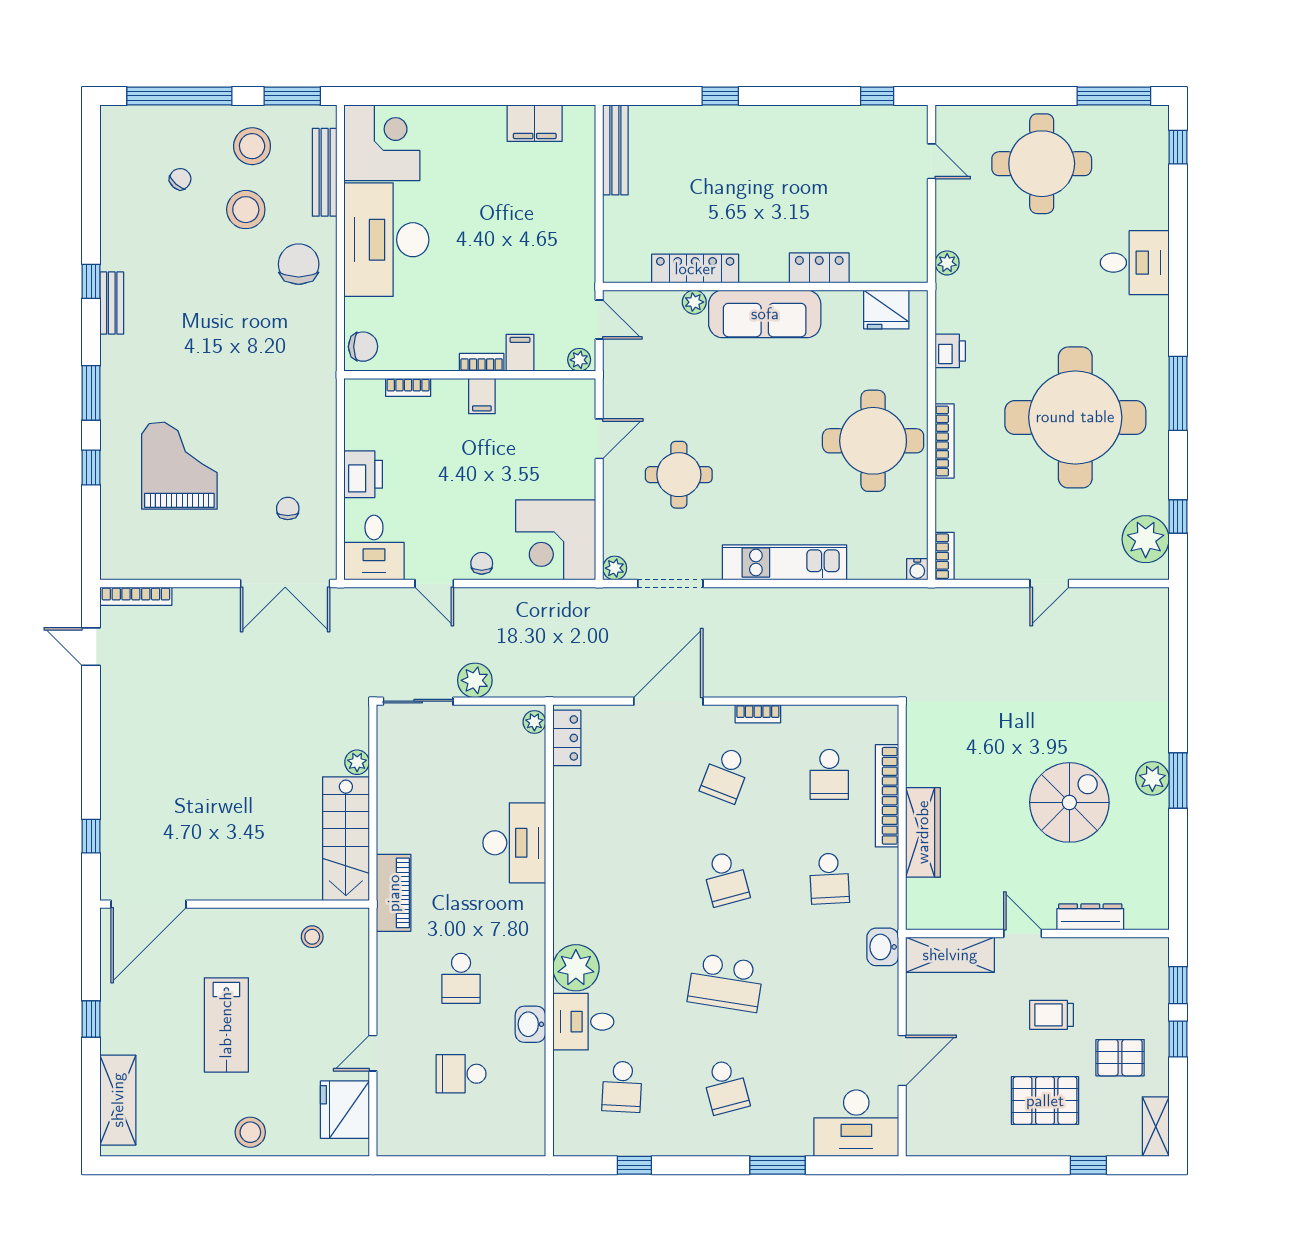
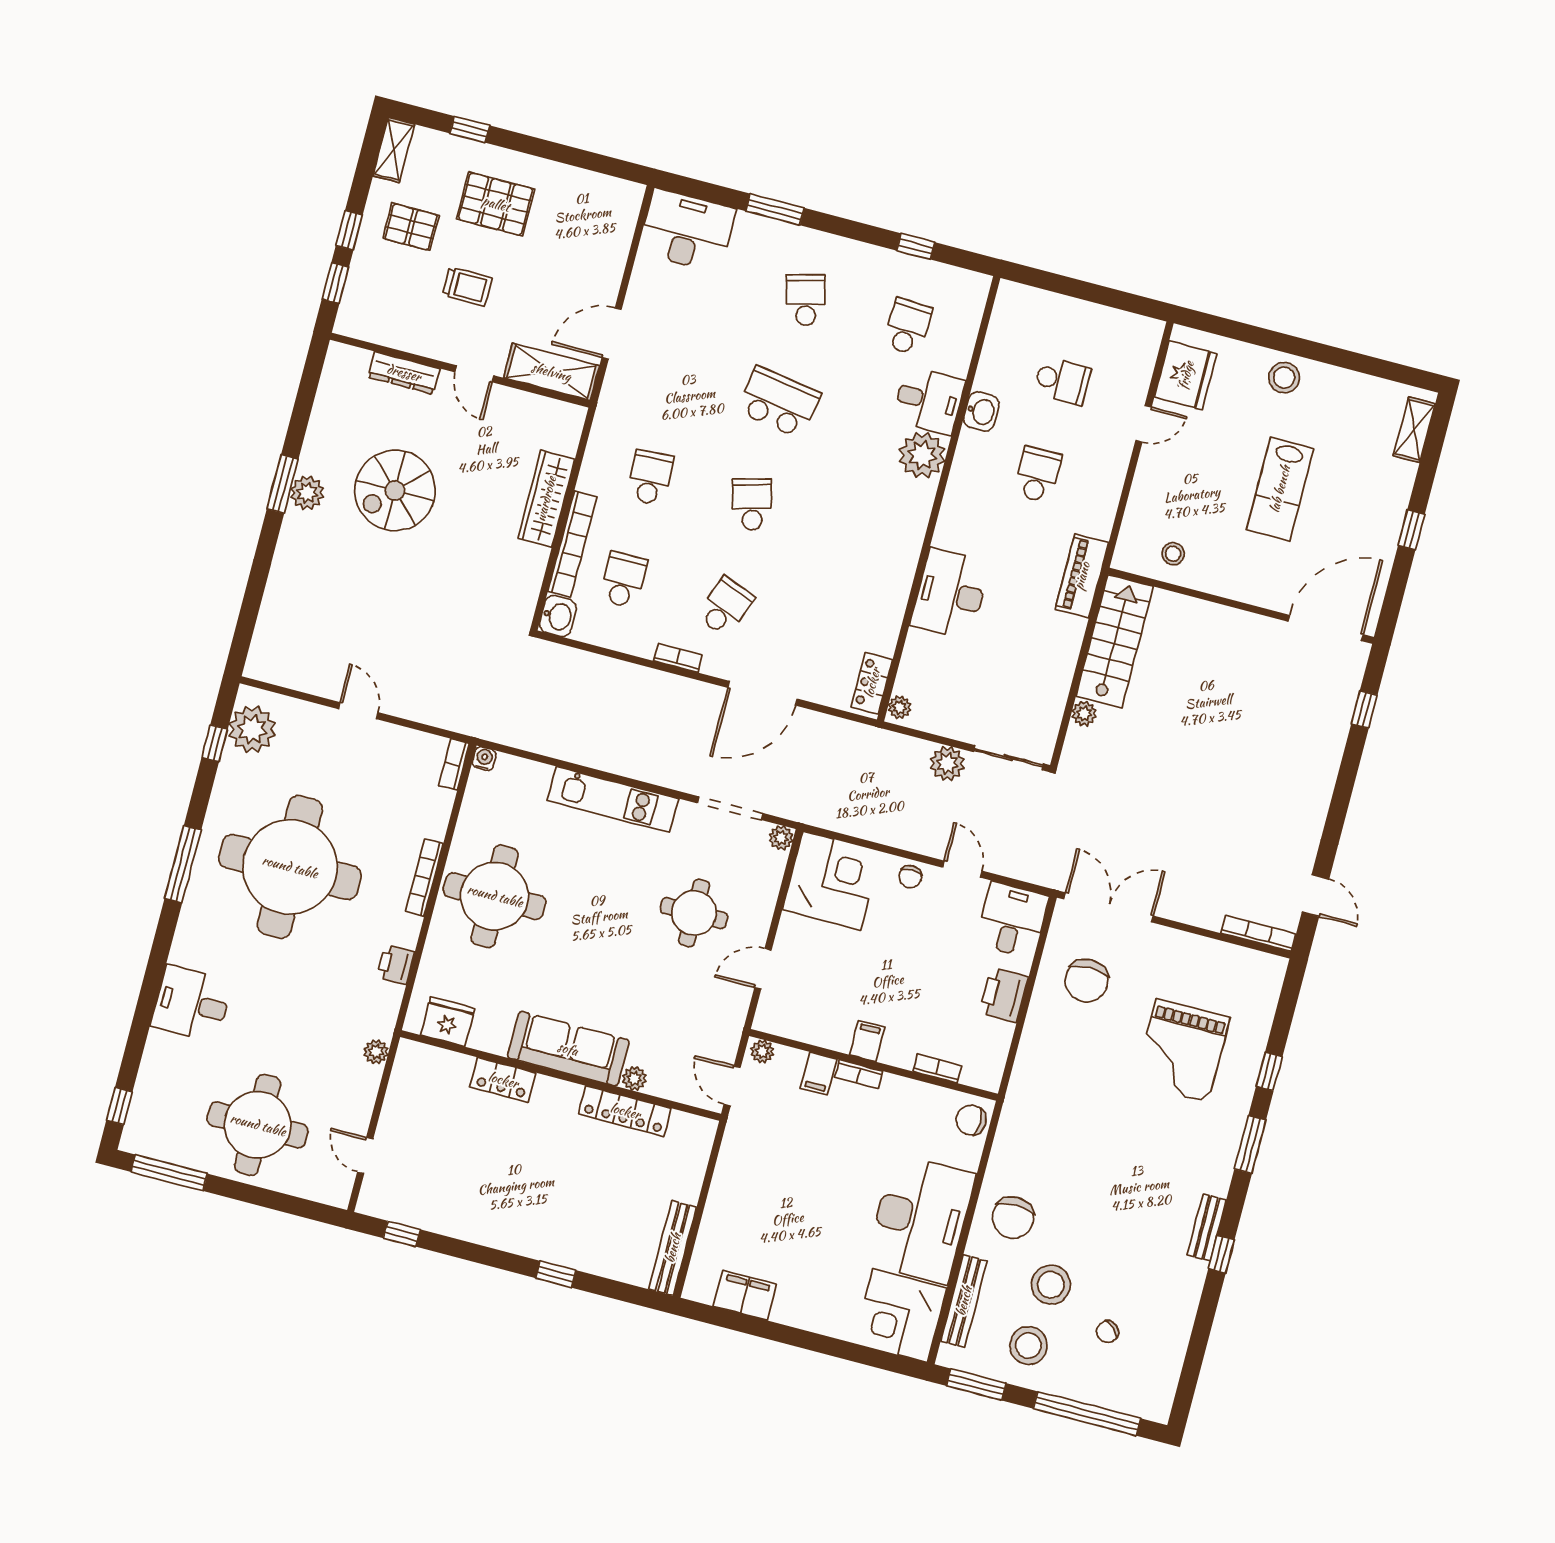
chair: (288, 508) -> (1087, 981), width x1.87, depth x1.87
door: (1049, 584) -> (358, 711), hinge flipped
washbasin: (883, 947) -> (558, 616), moved
lab bench: (226, 1025) -> (1280, 489), turned 180
door: (902, 1061) -> (612, 333), moved
shelving: (118, 1100) -> (1414, 430), width x0.67, depth x0.75

